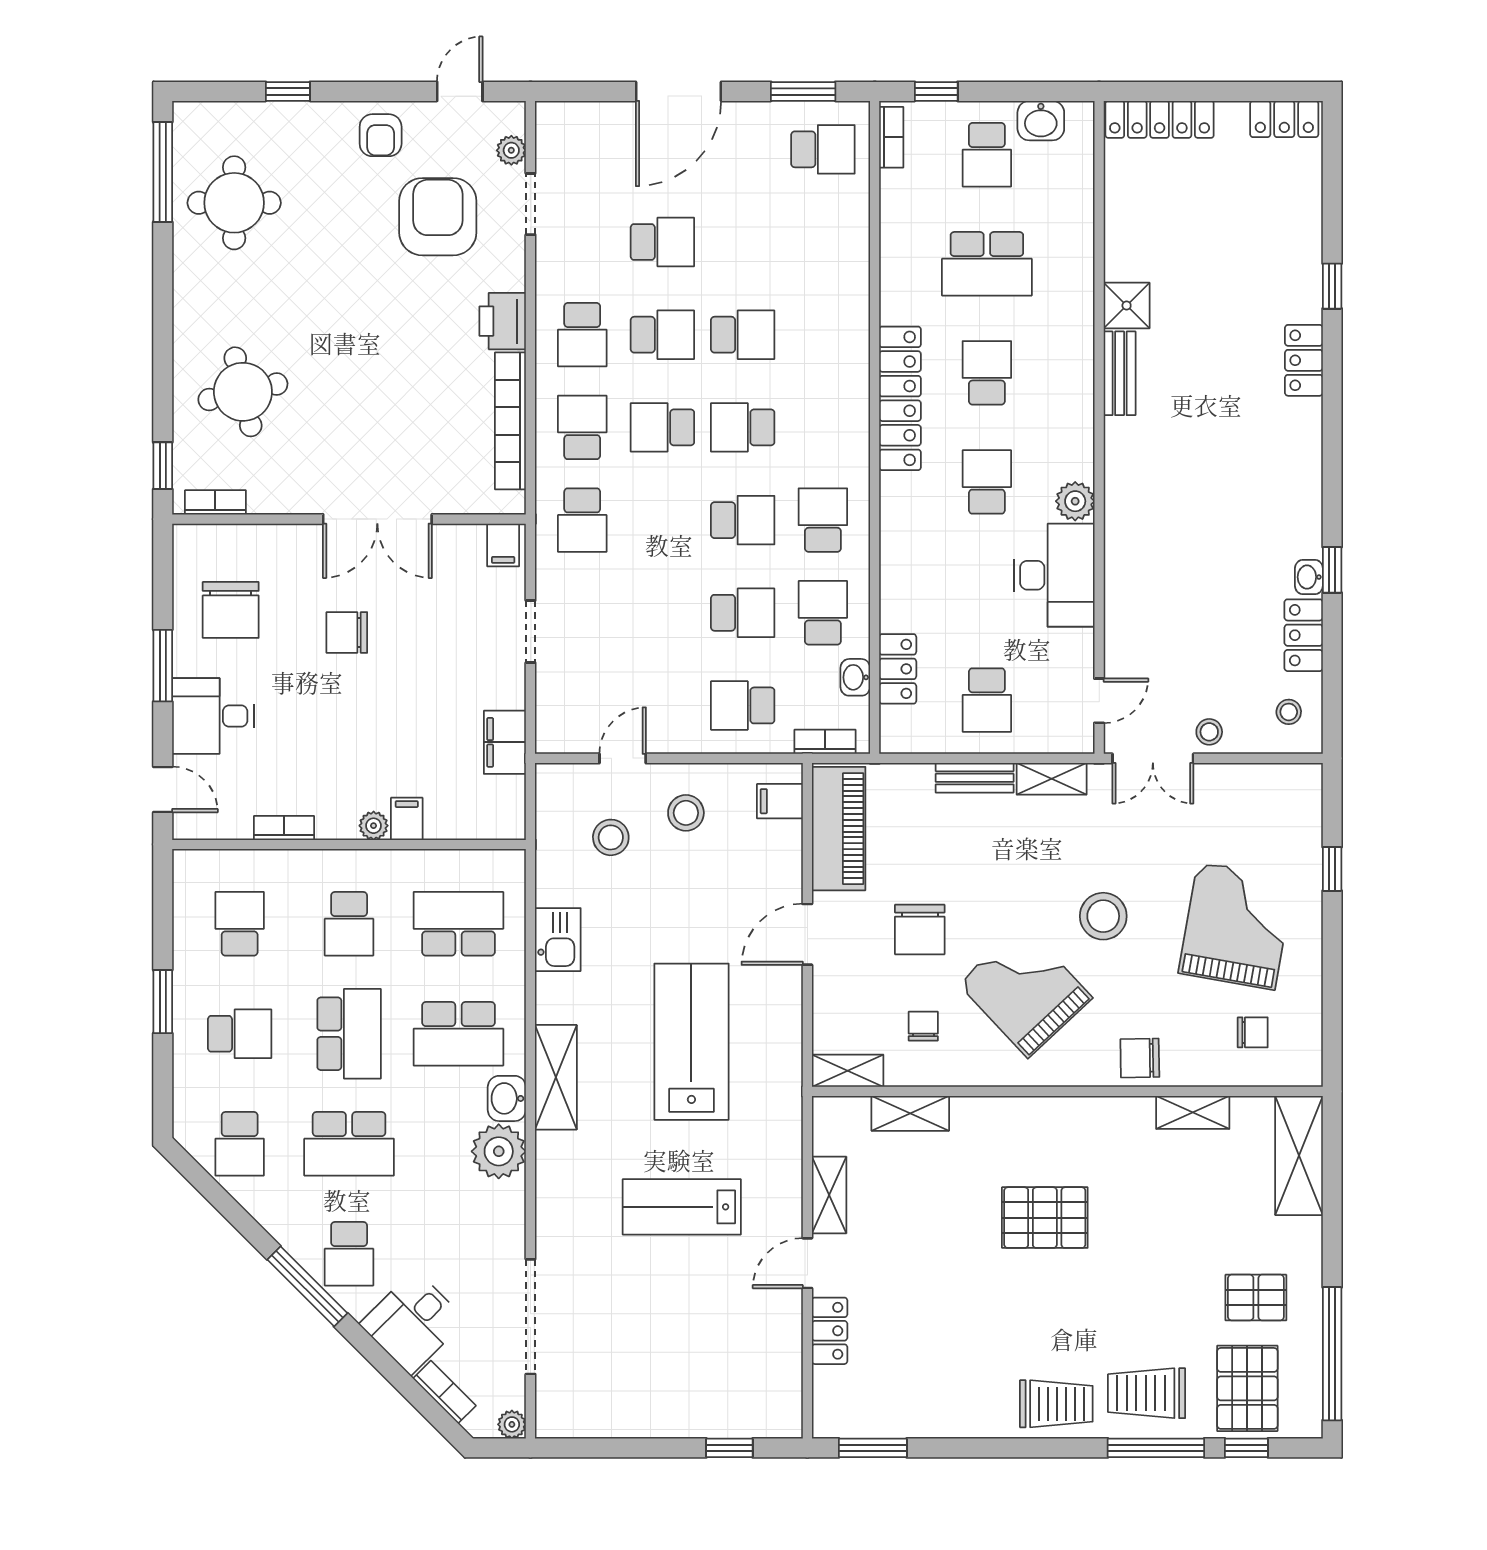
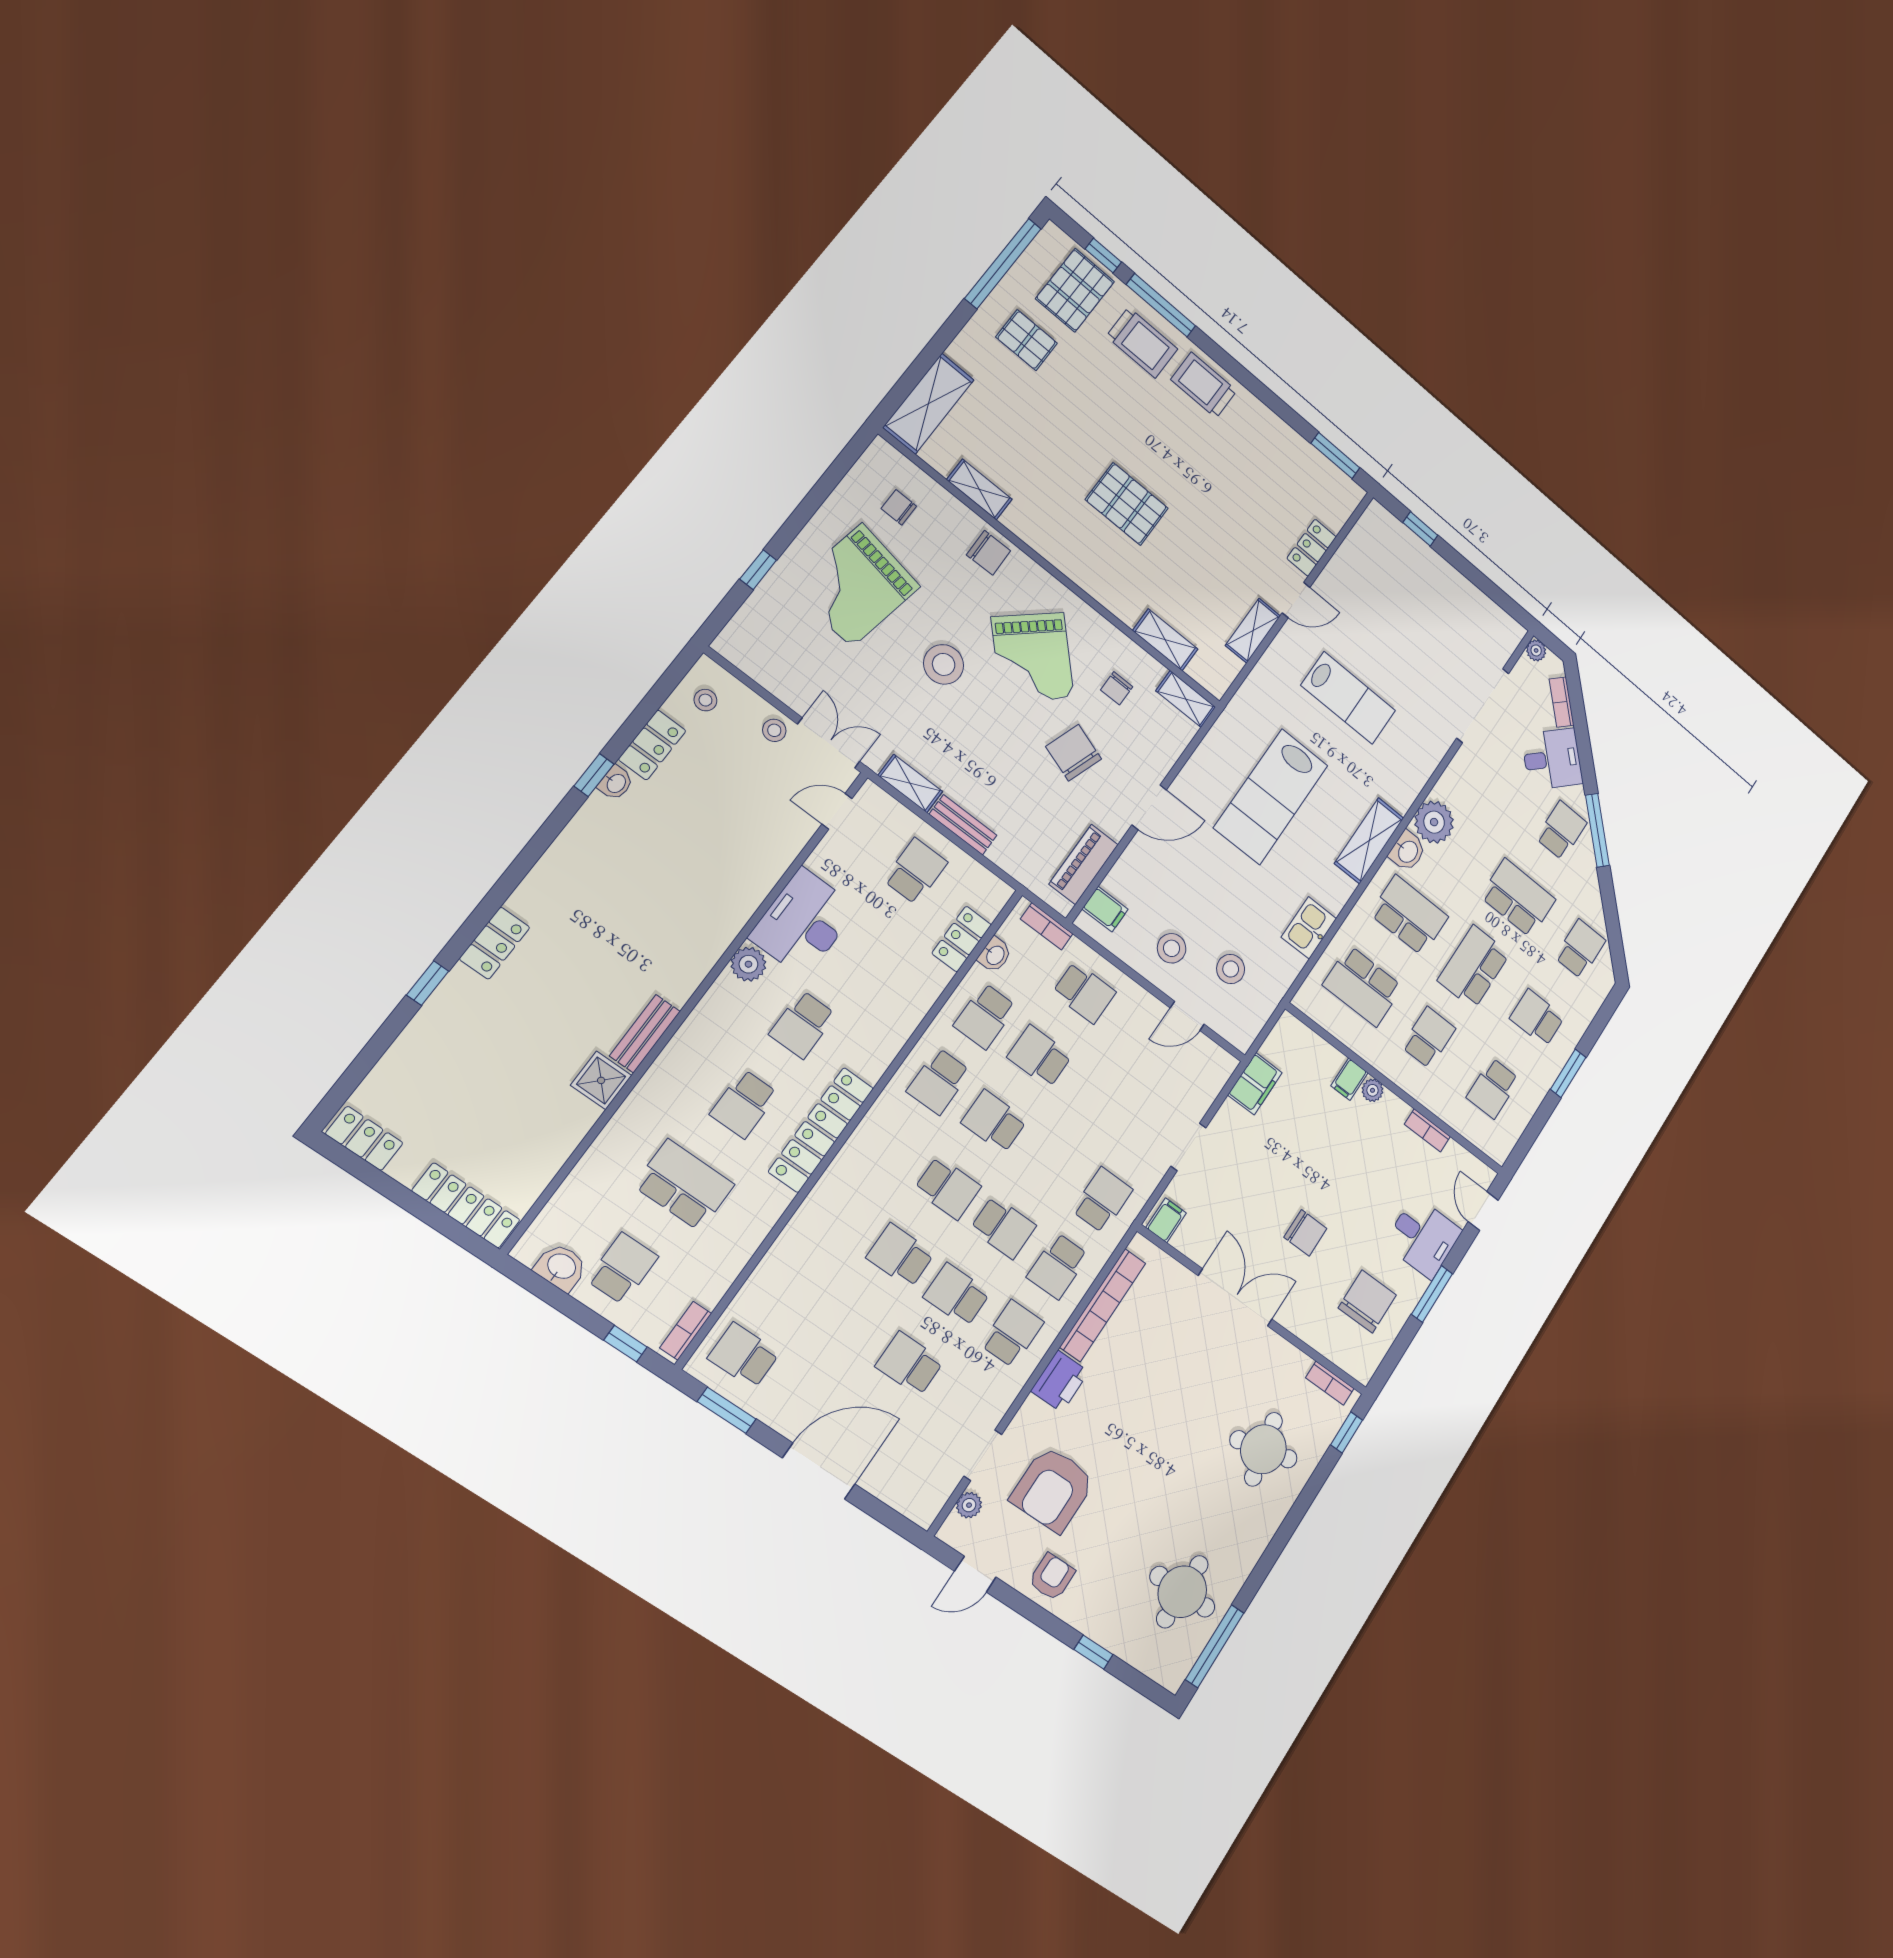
piano: (839, 829) -> (1084, 864), width x0.73, depth x0.75
chair: (920, 929) -> (1074, 753), turned -71

